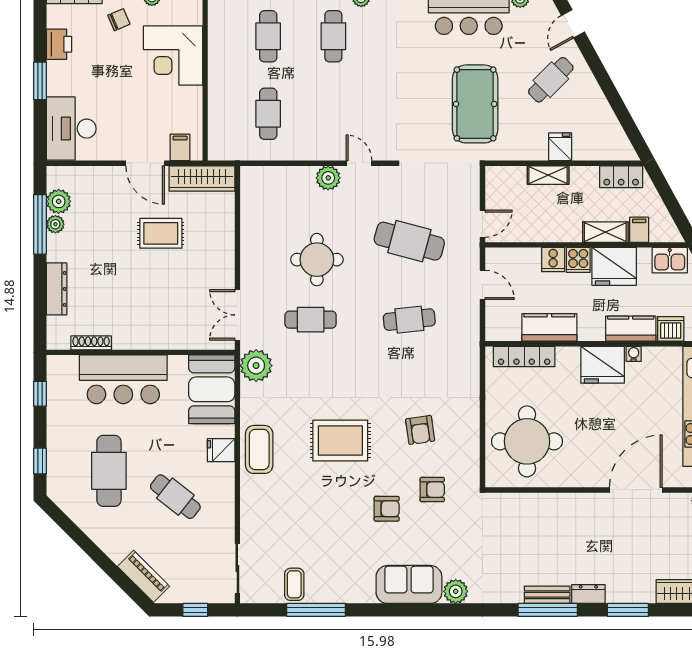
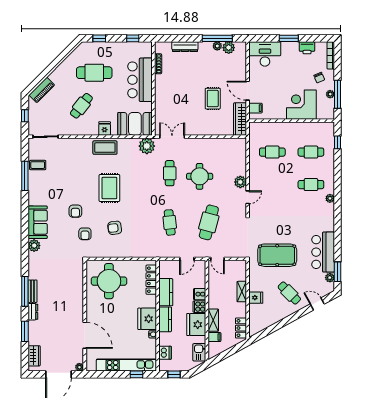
door: (145, 163) -> (248, 91), hinge flipped
kitchen counter: (631, 329) -> (165, 319), moved

